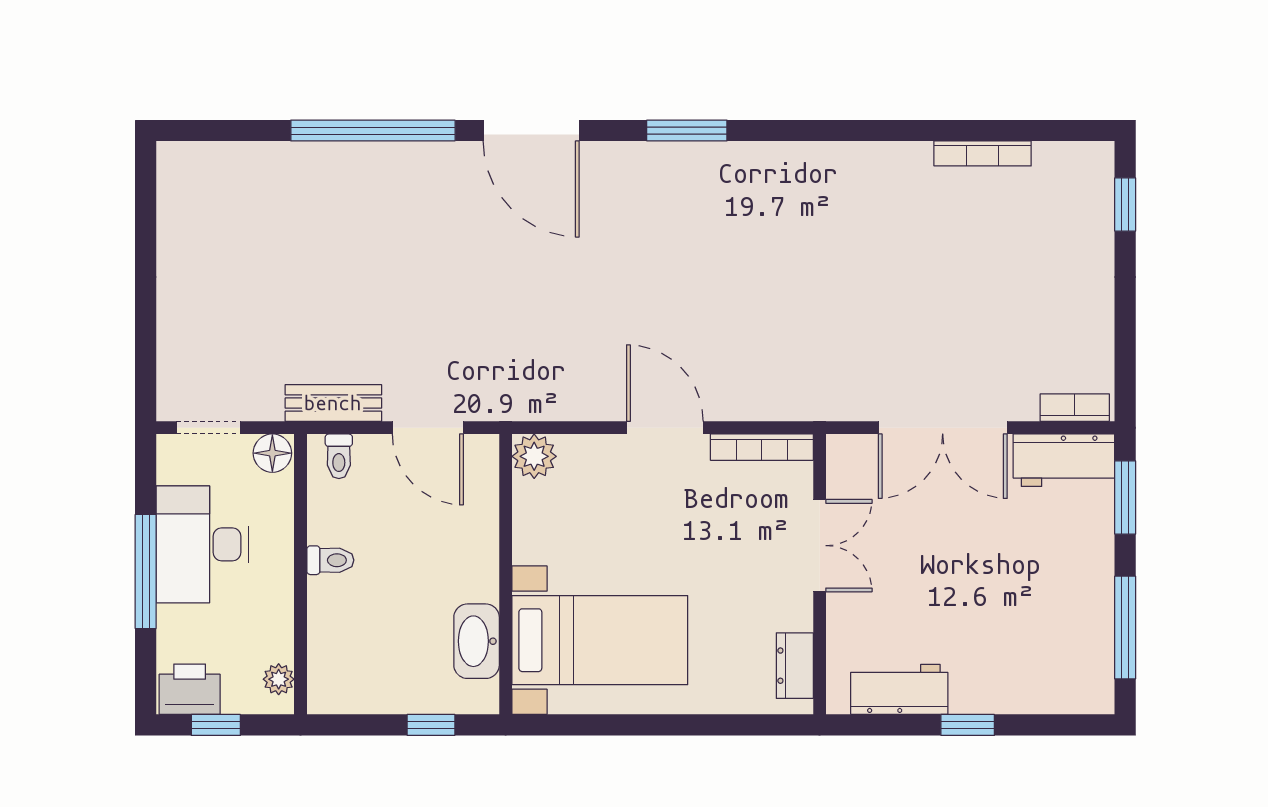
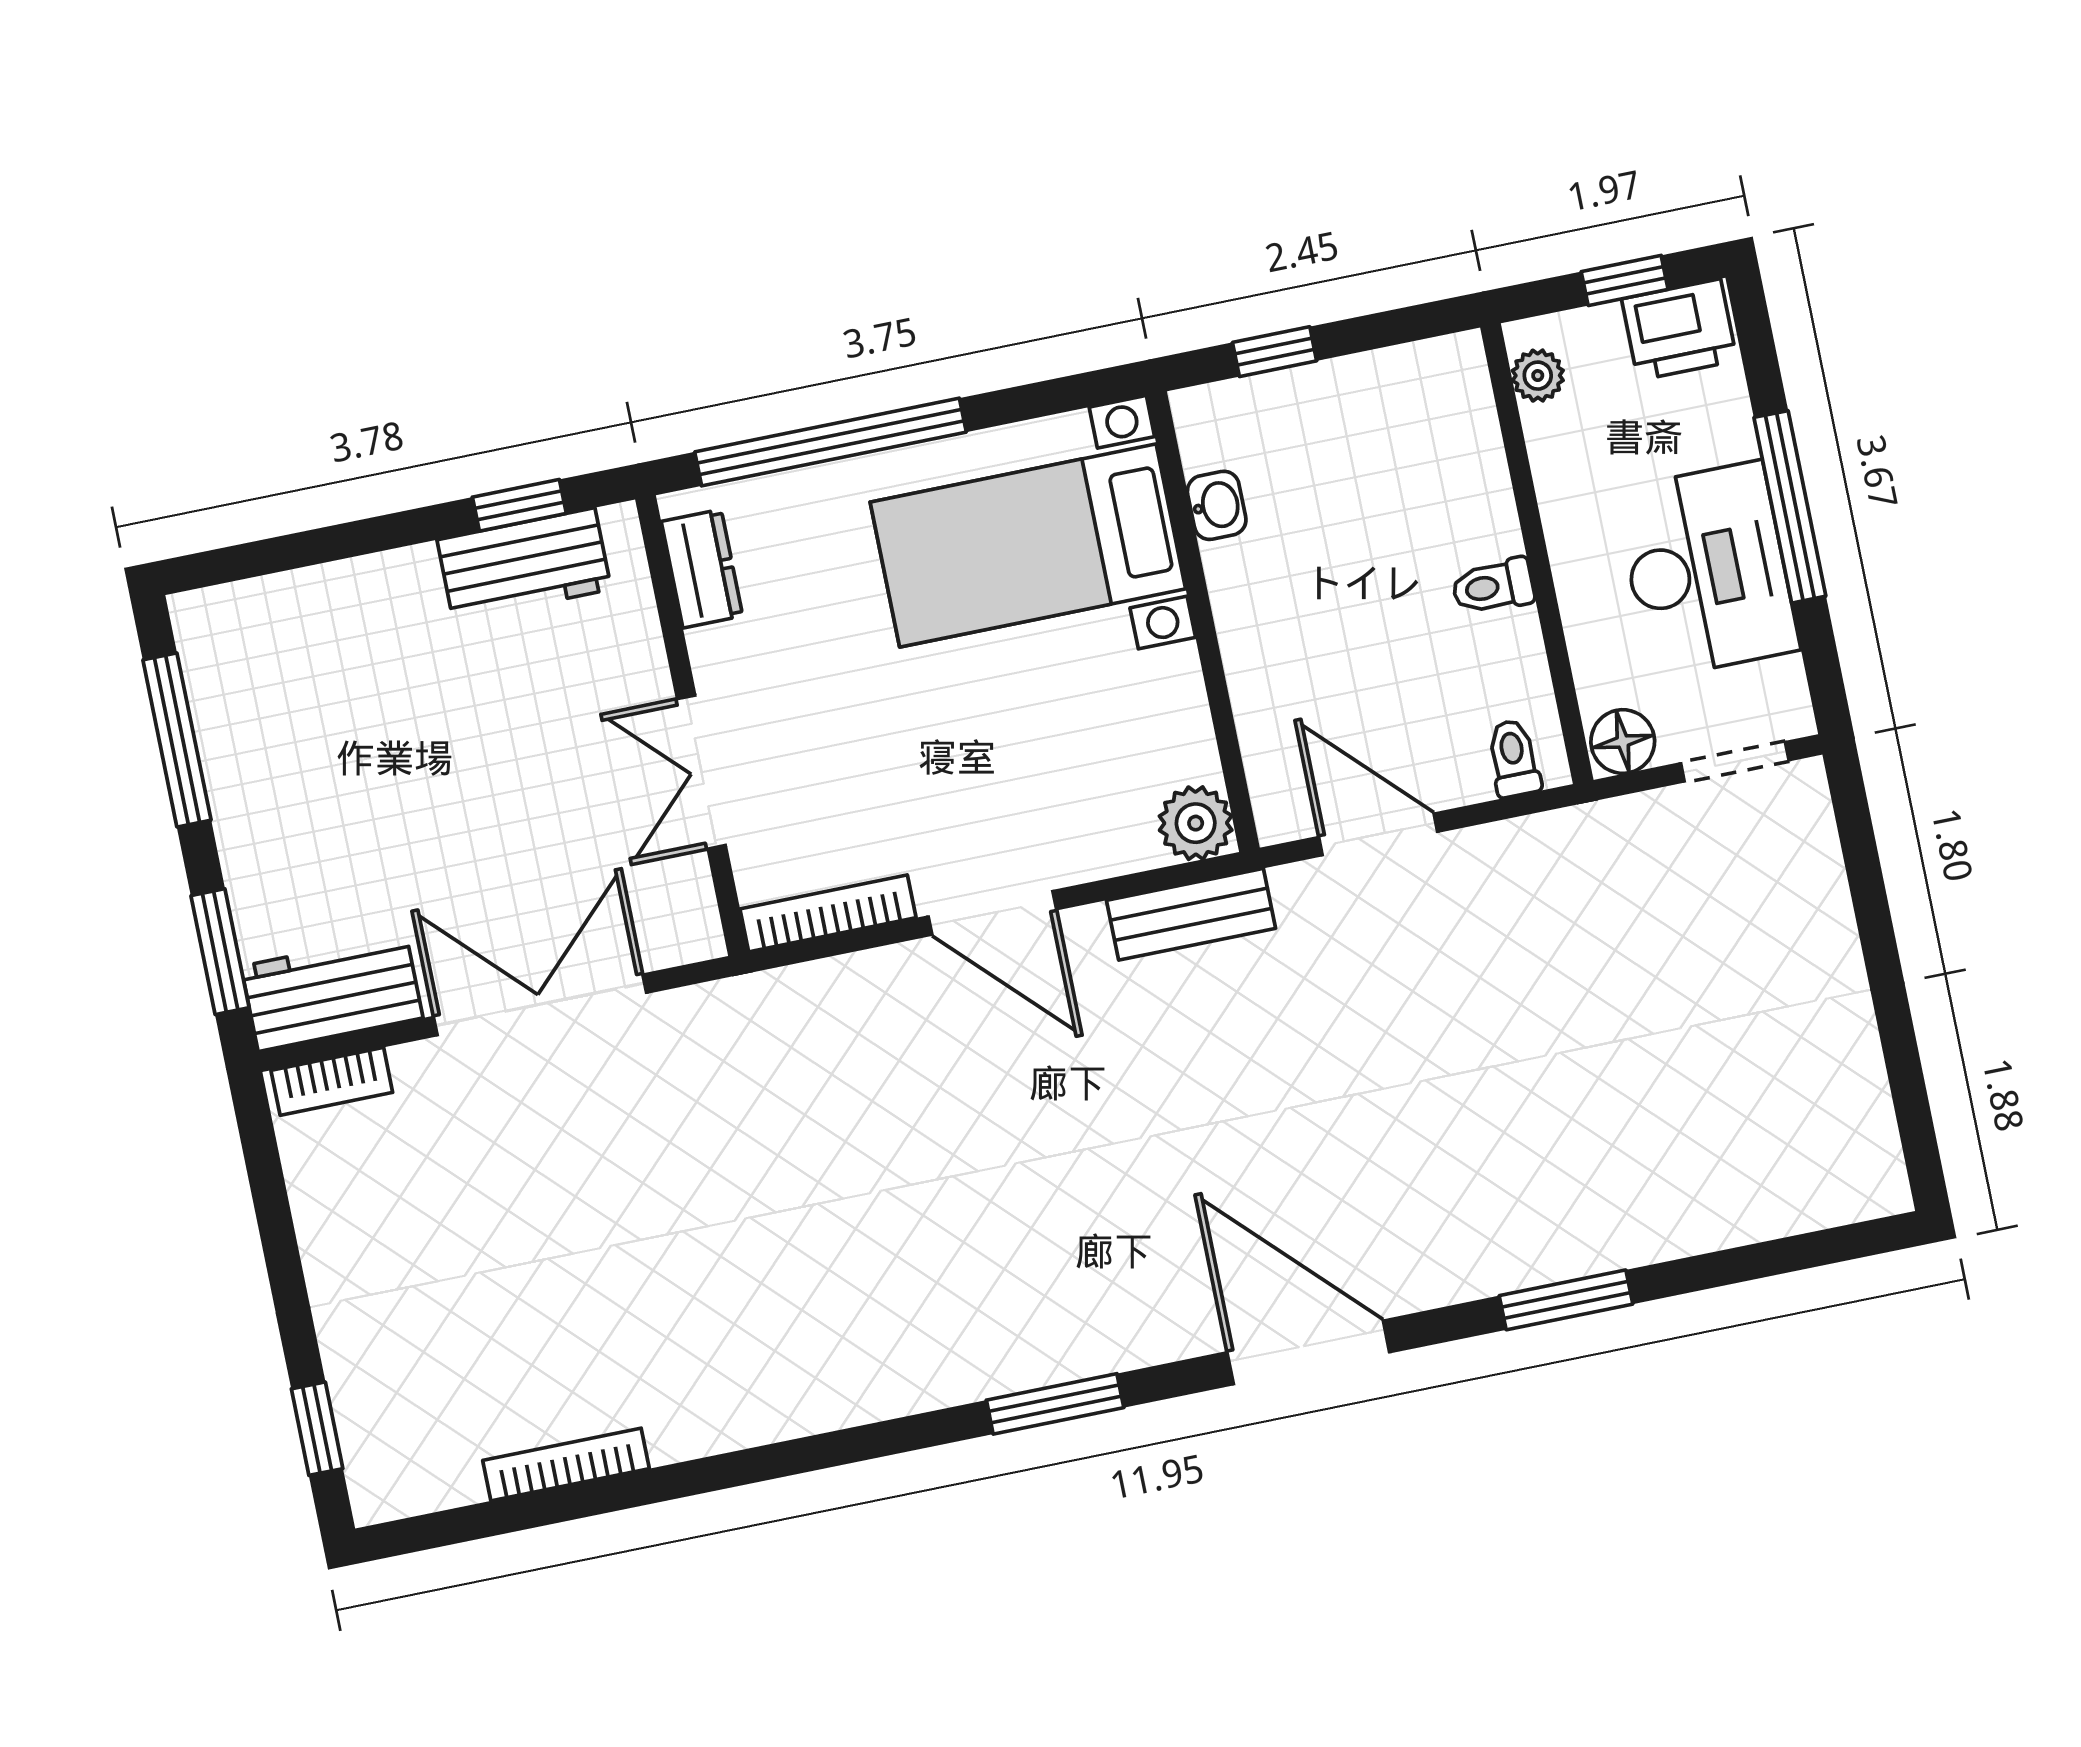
window: (373, 131) -> (1566, 1300), width x0.47
bench: (333, 403) -> (1191, 914), moved
washbasin: (477, 641) -> (1217, 505), width x0.52, depth x0.69
window: (704, 725) -> (830, 442), added
window: (968, 725) -> (519, 505), moved

